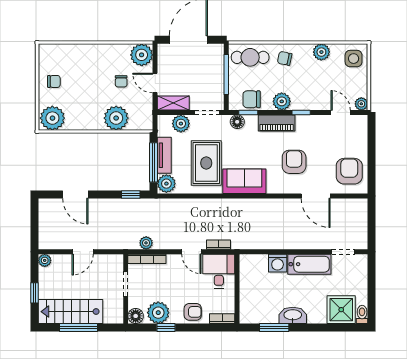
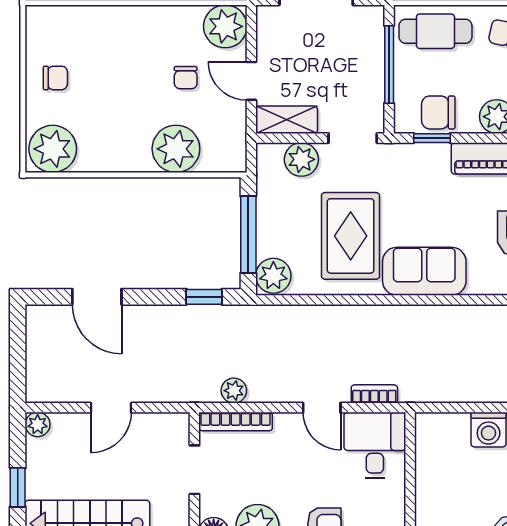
floor lamp: (237, 122) -> (410, 156), removed
tv unit: (164, 155) -> (269, 221), removed

